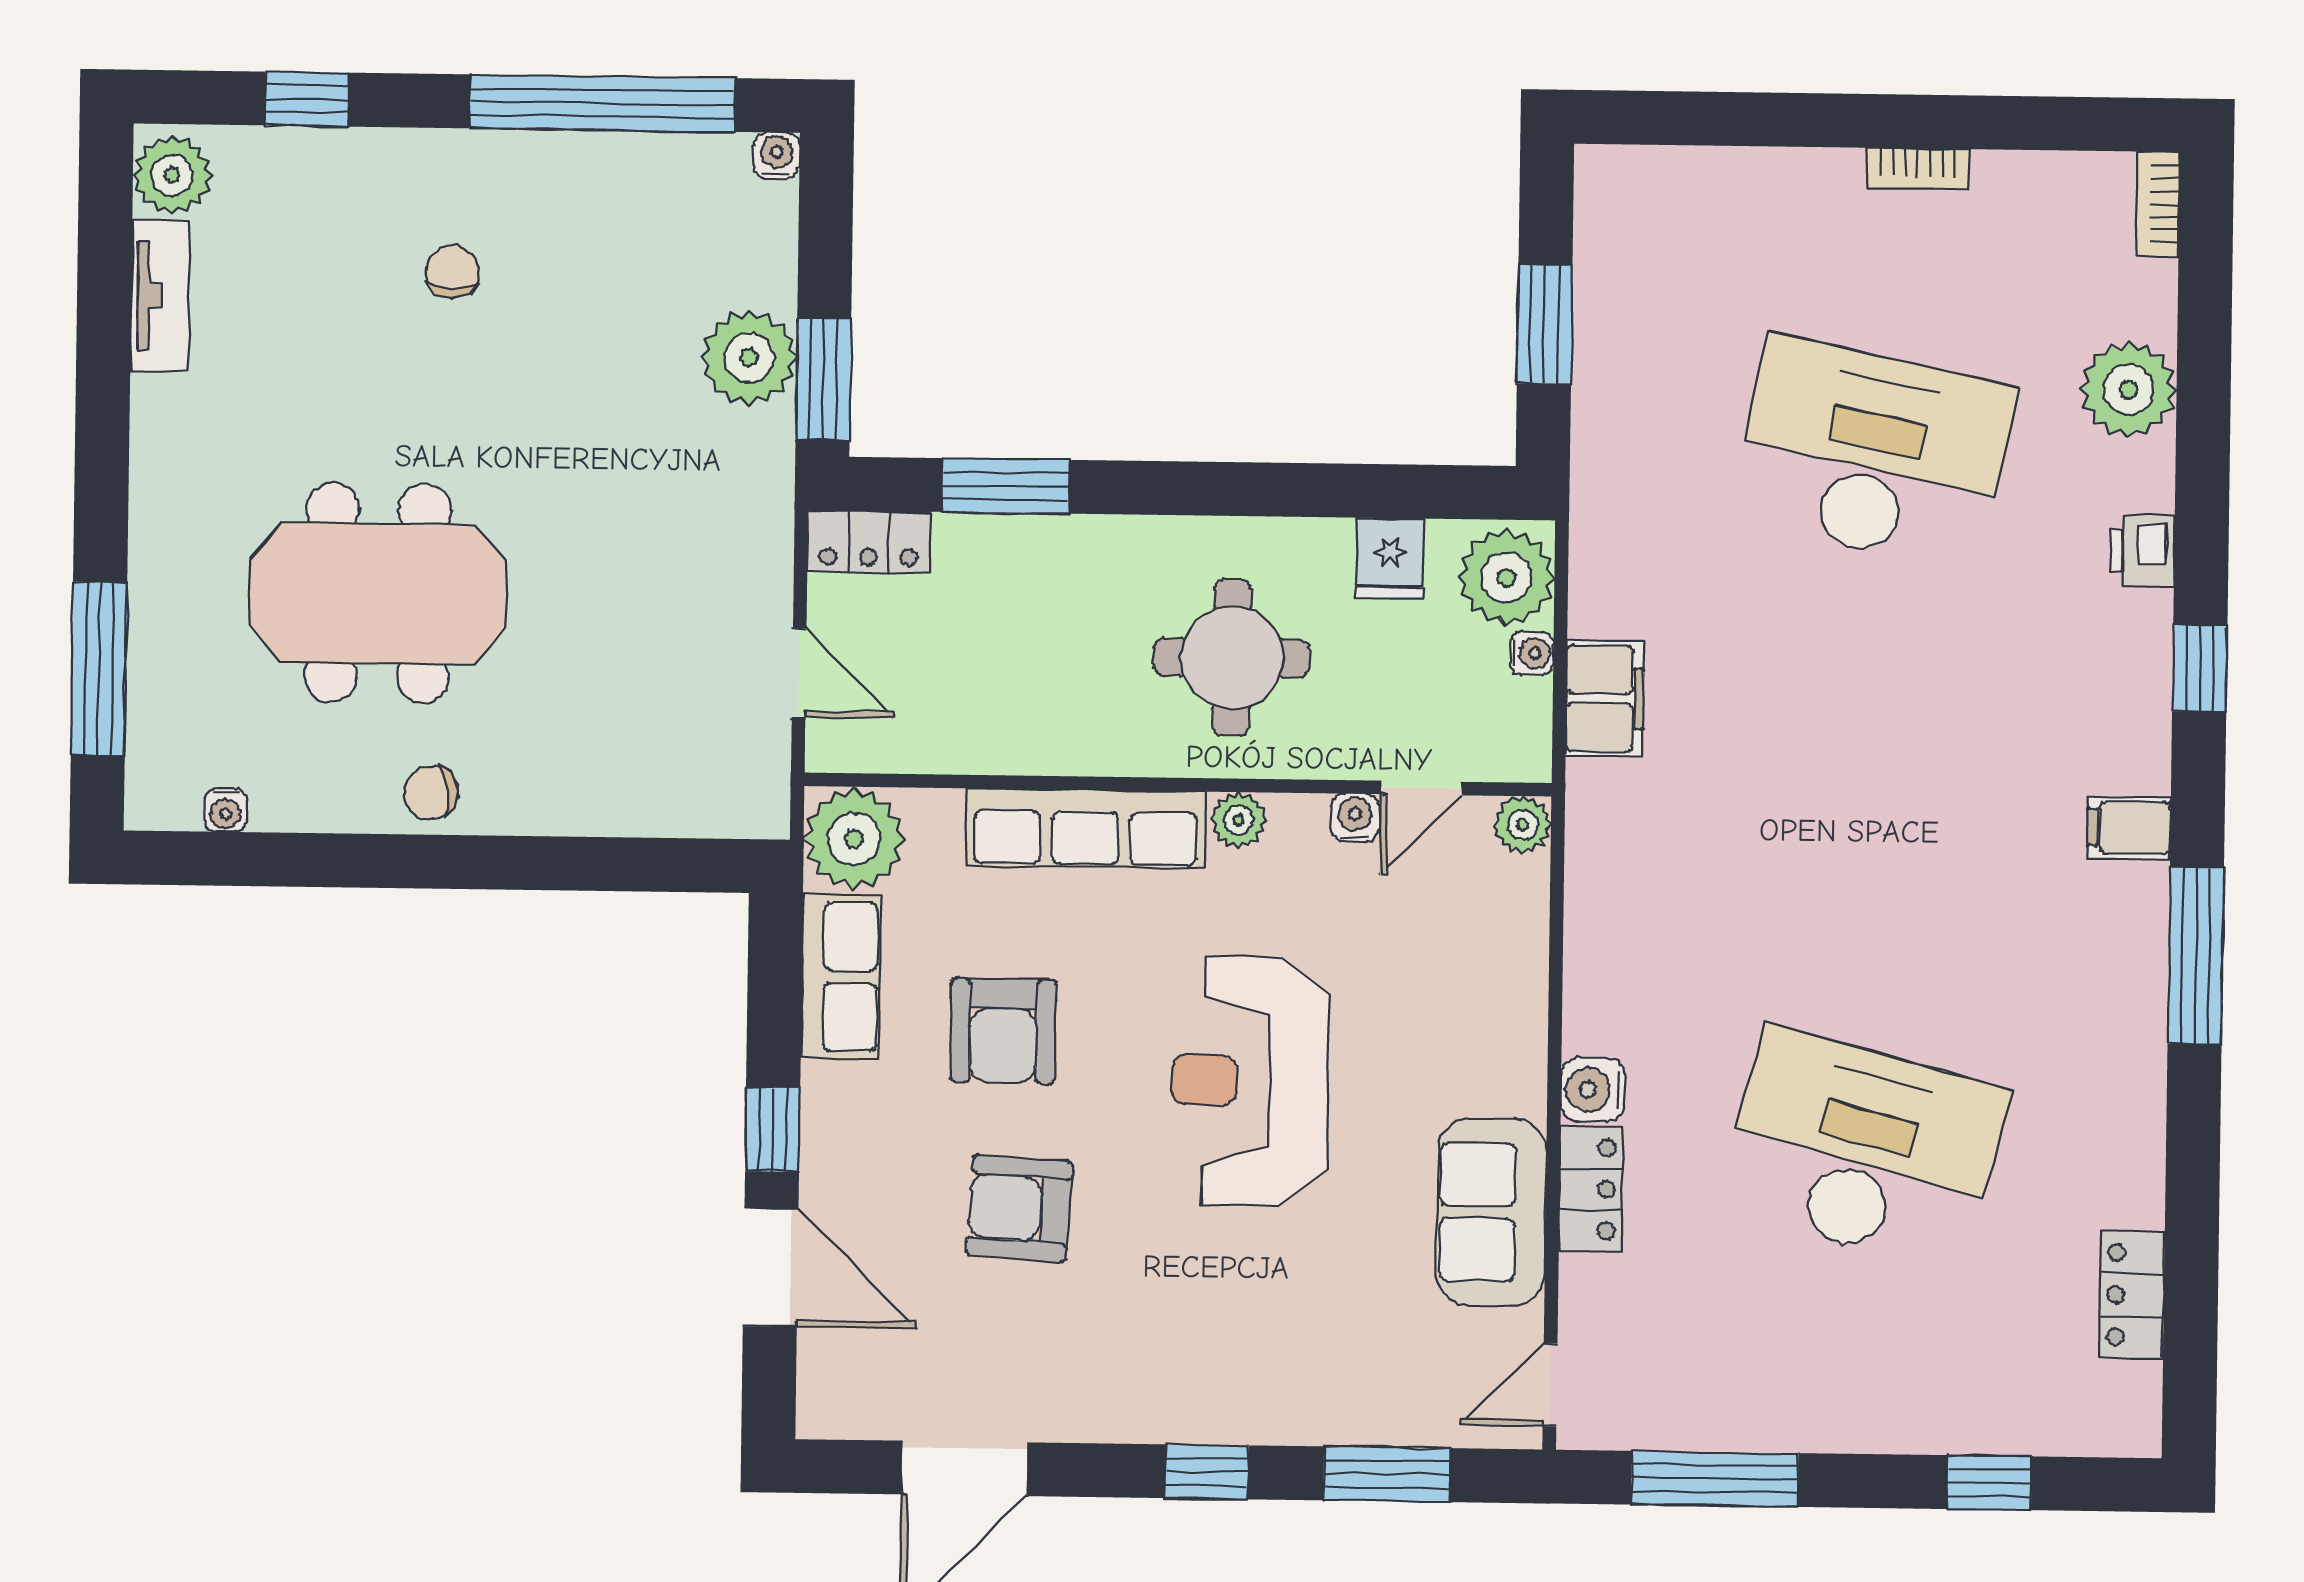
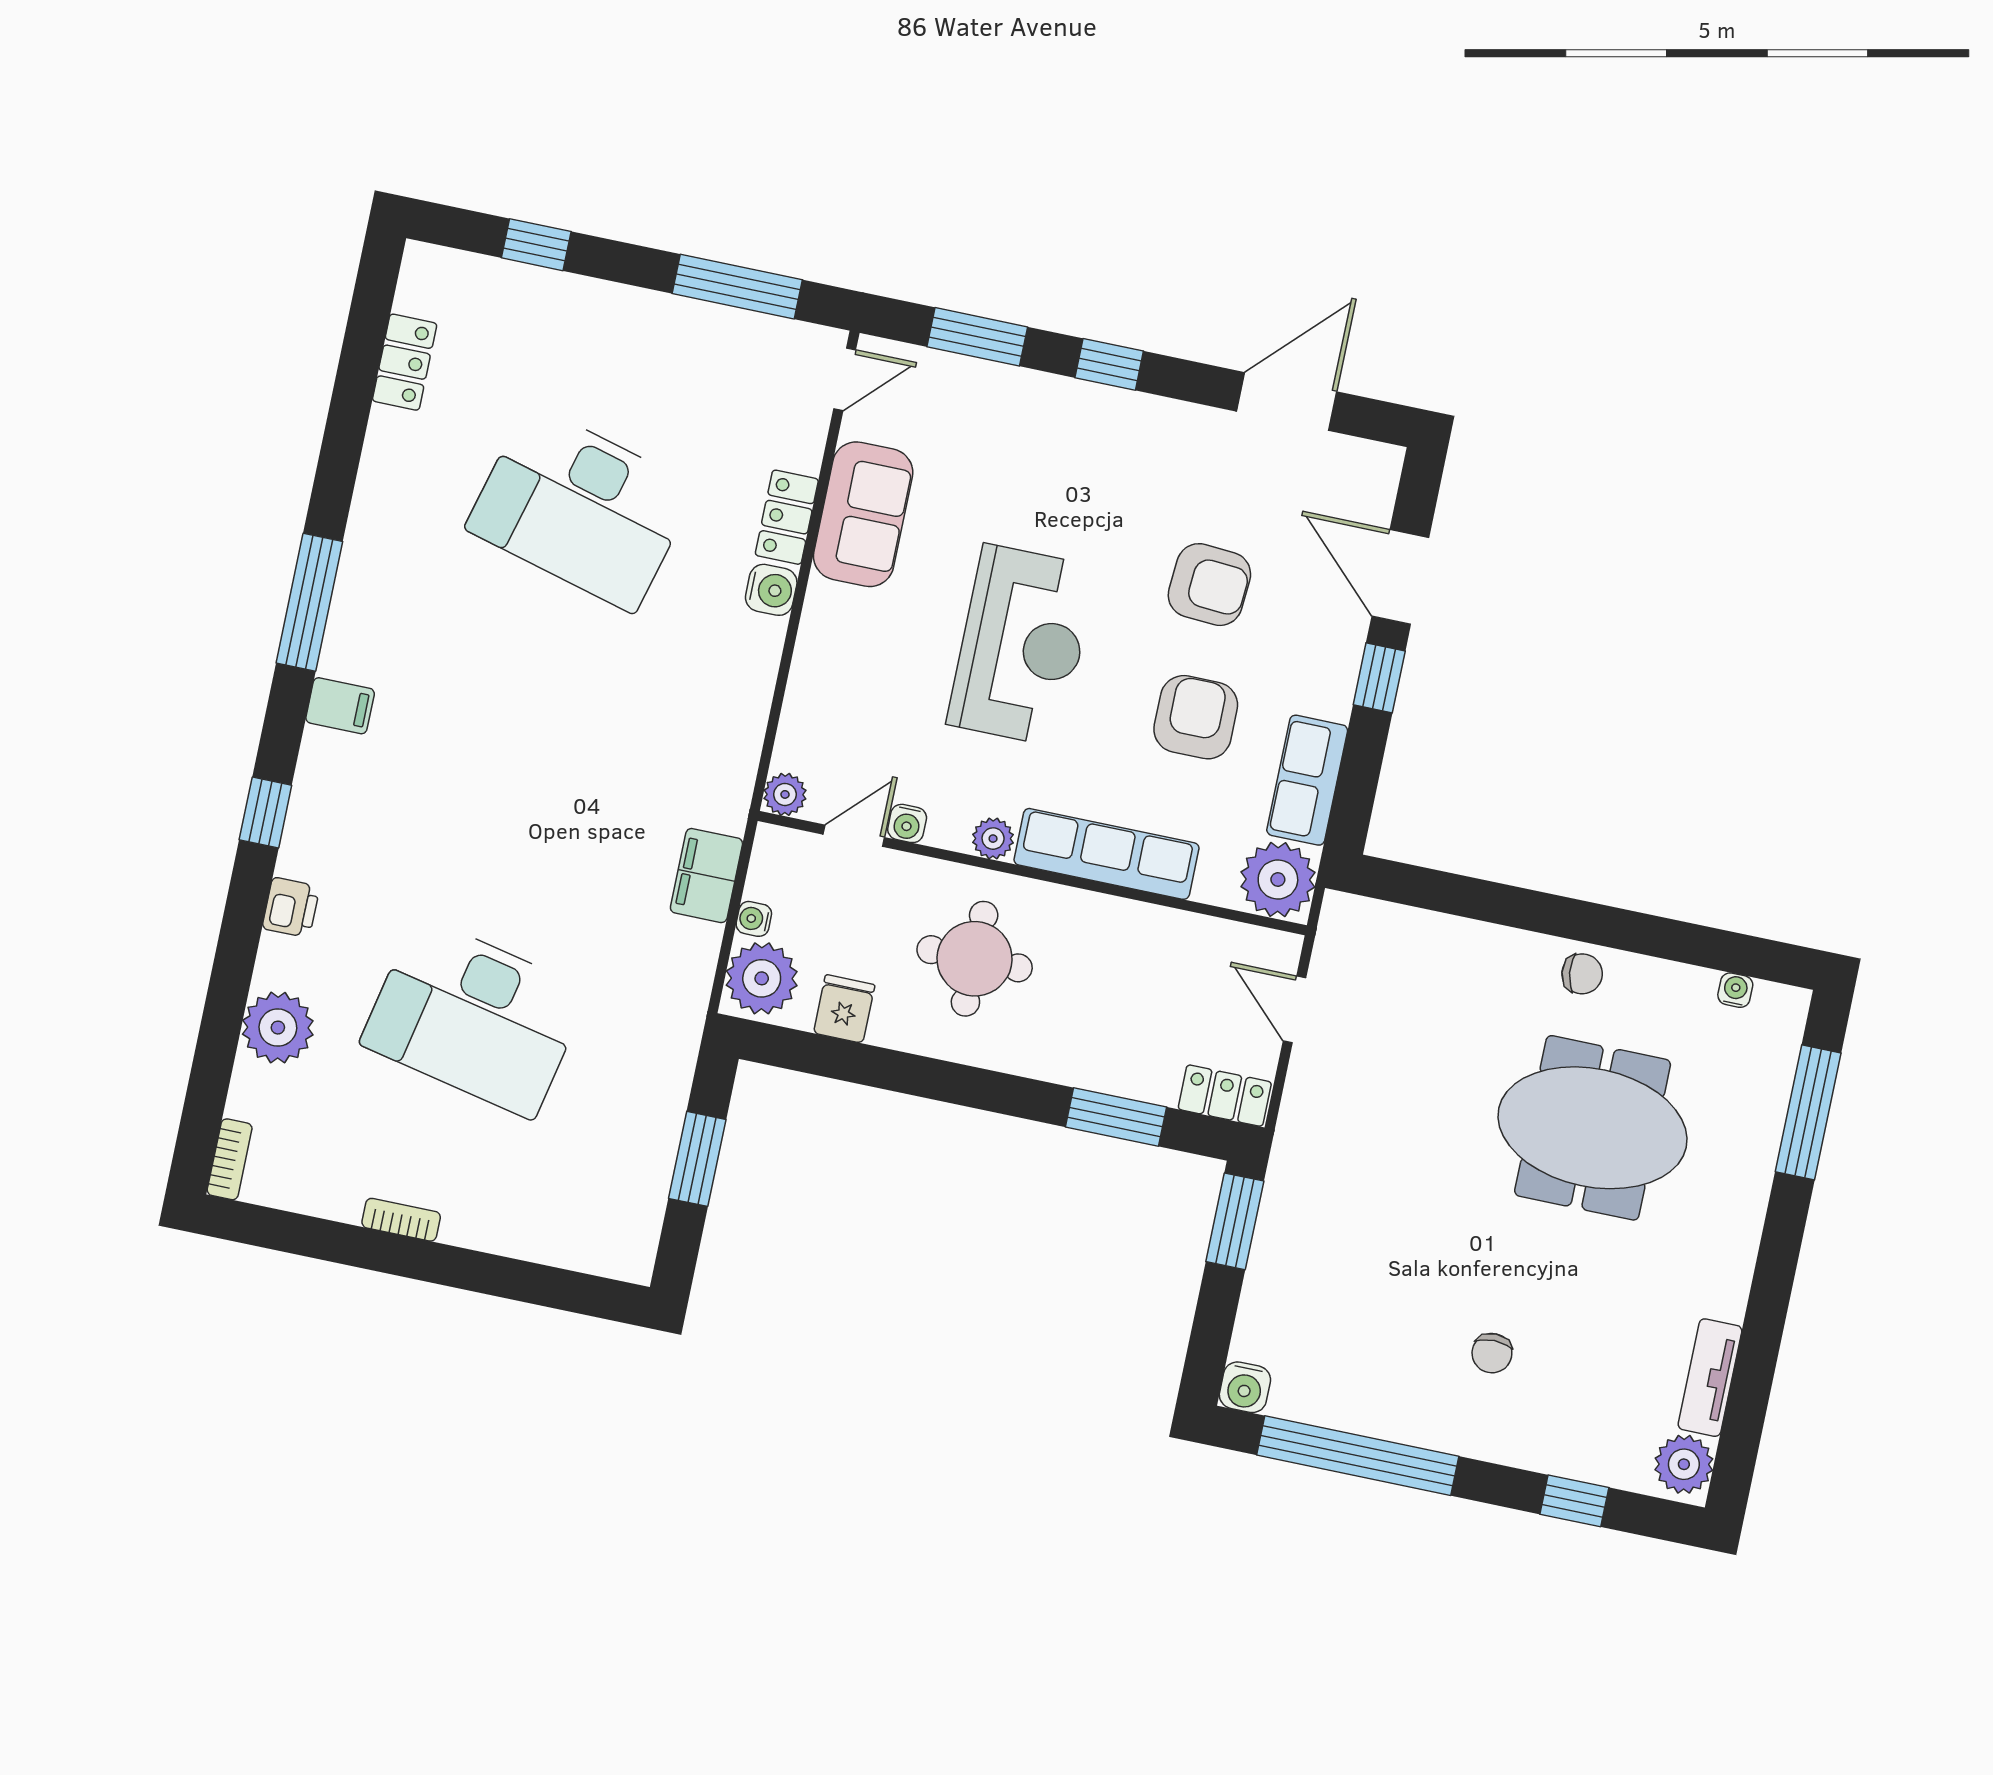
water cooler: (777, 155) -> (1245, 1387), width x1.38, depth x1.38
plant: (749, 358) -> (1286, 1248), removed

